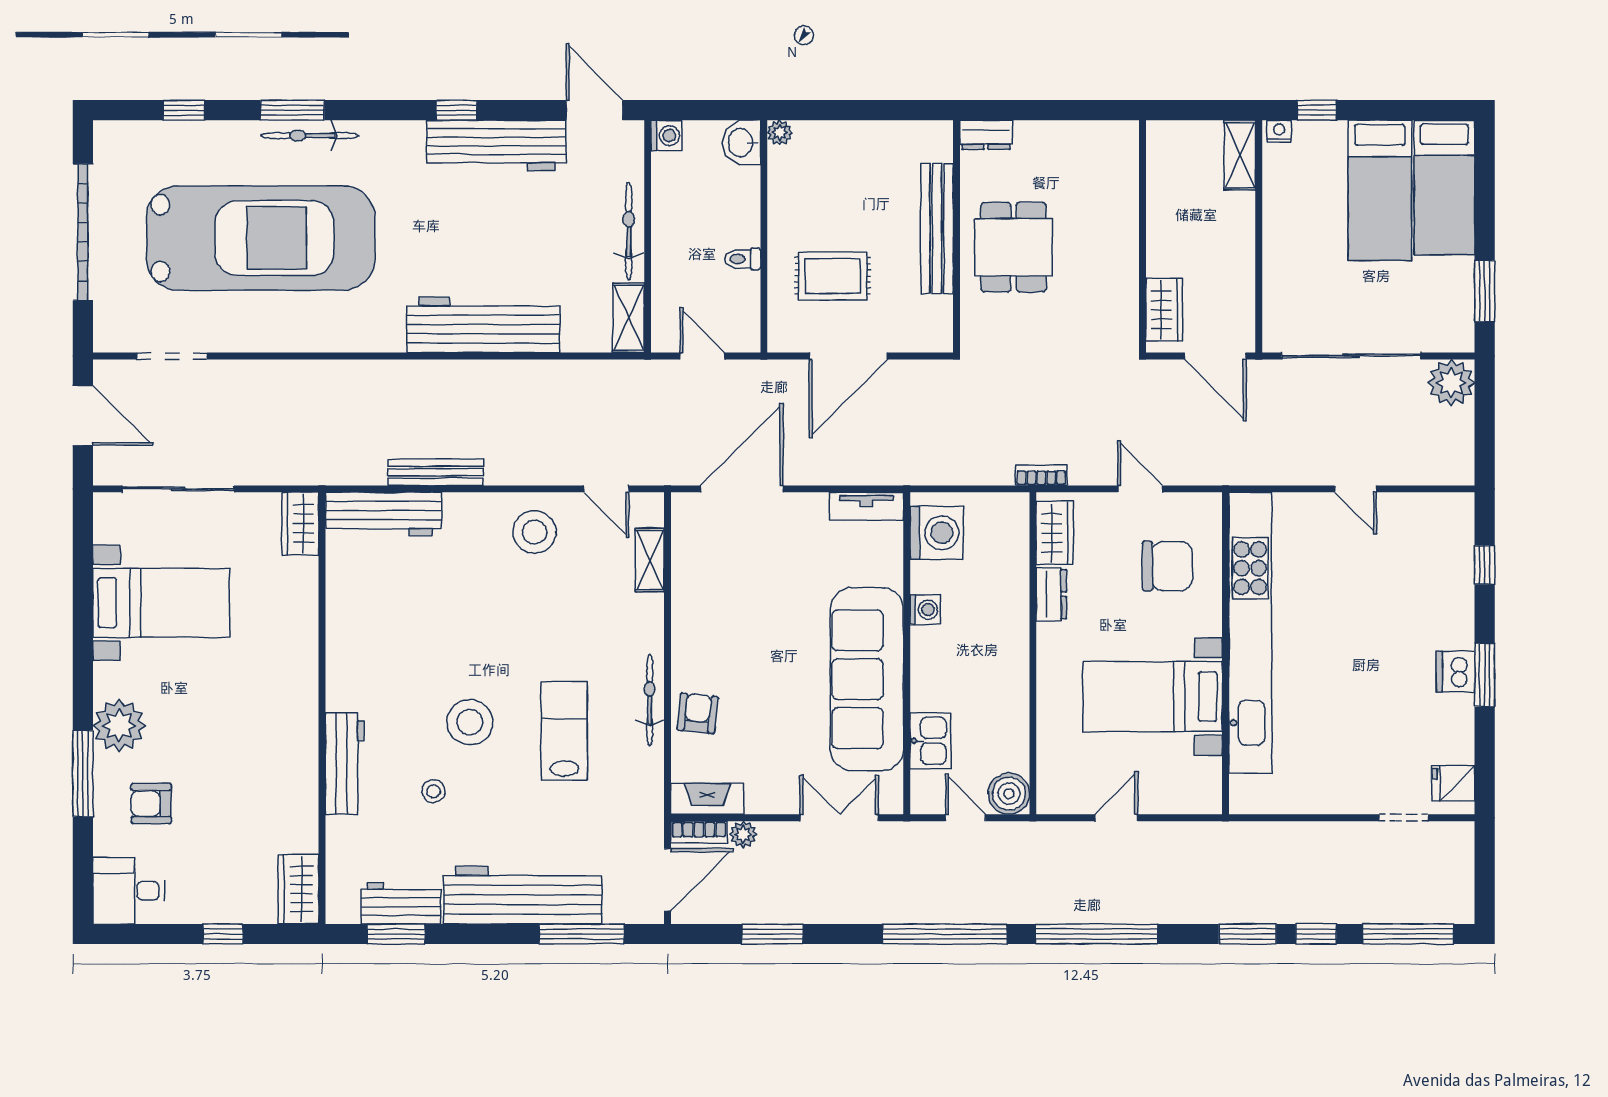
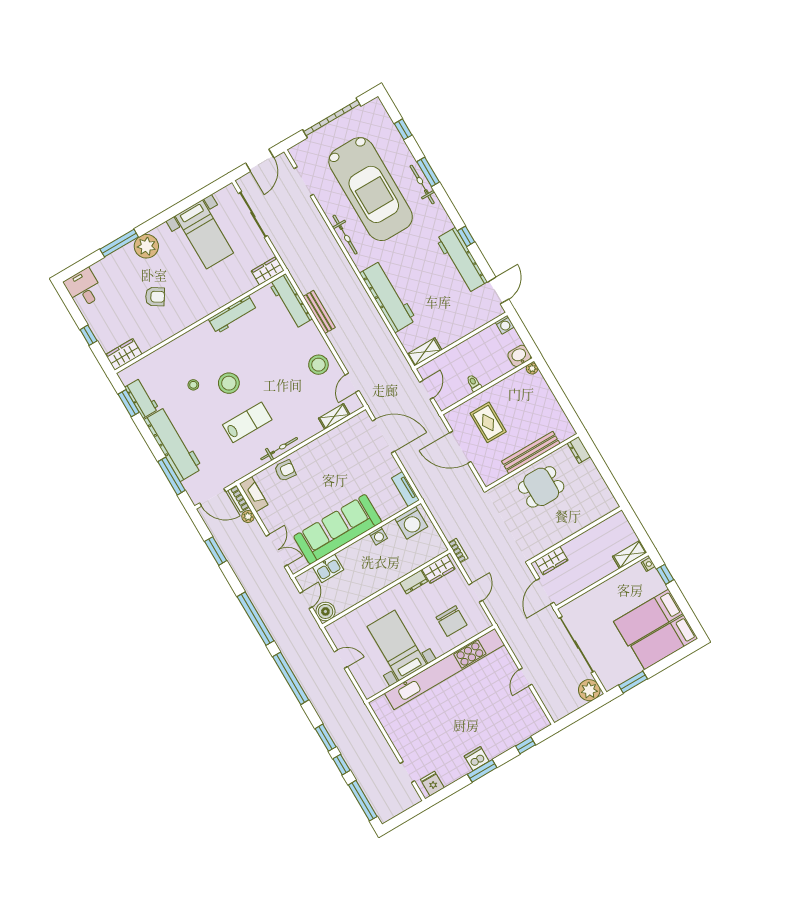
bicycle: (629, 231) -> (345, 235), moved, turned 90
workbench: (345, 764) -> (233, 315), moved
armchair: (151, 804) -> (155, 297), moved, turned 122

